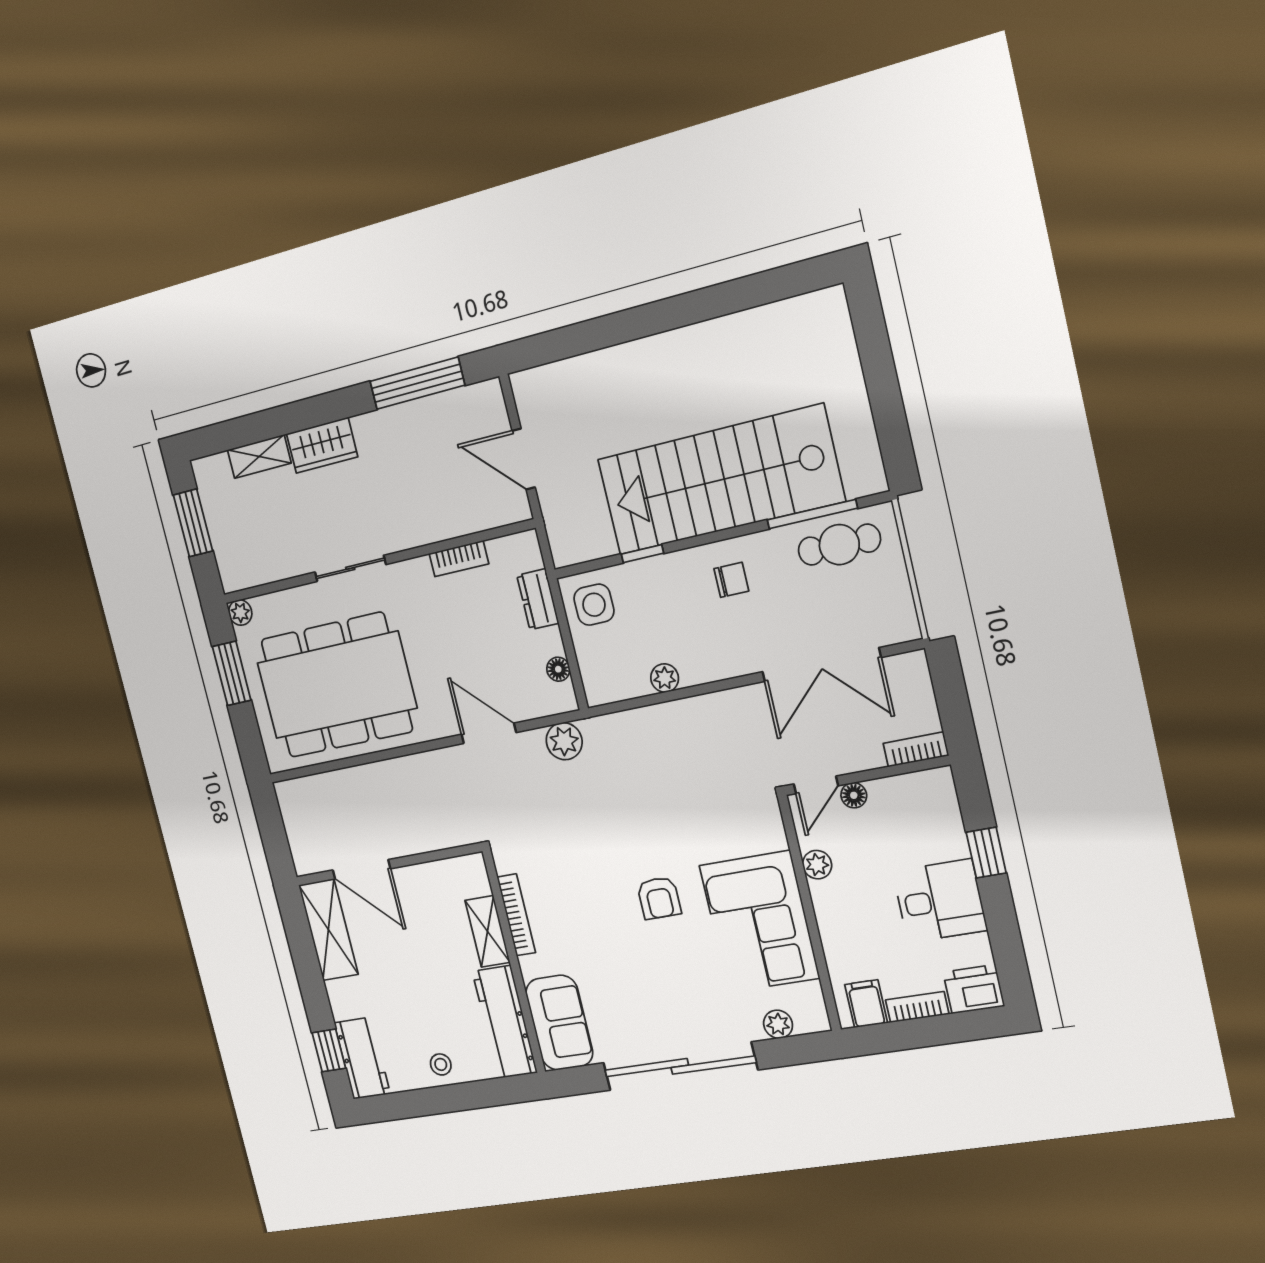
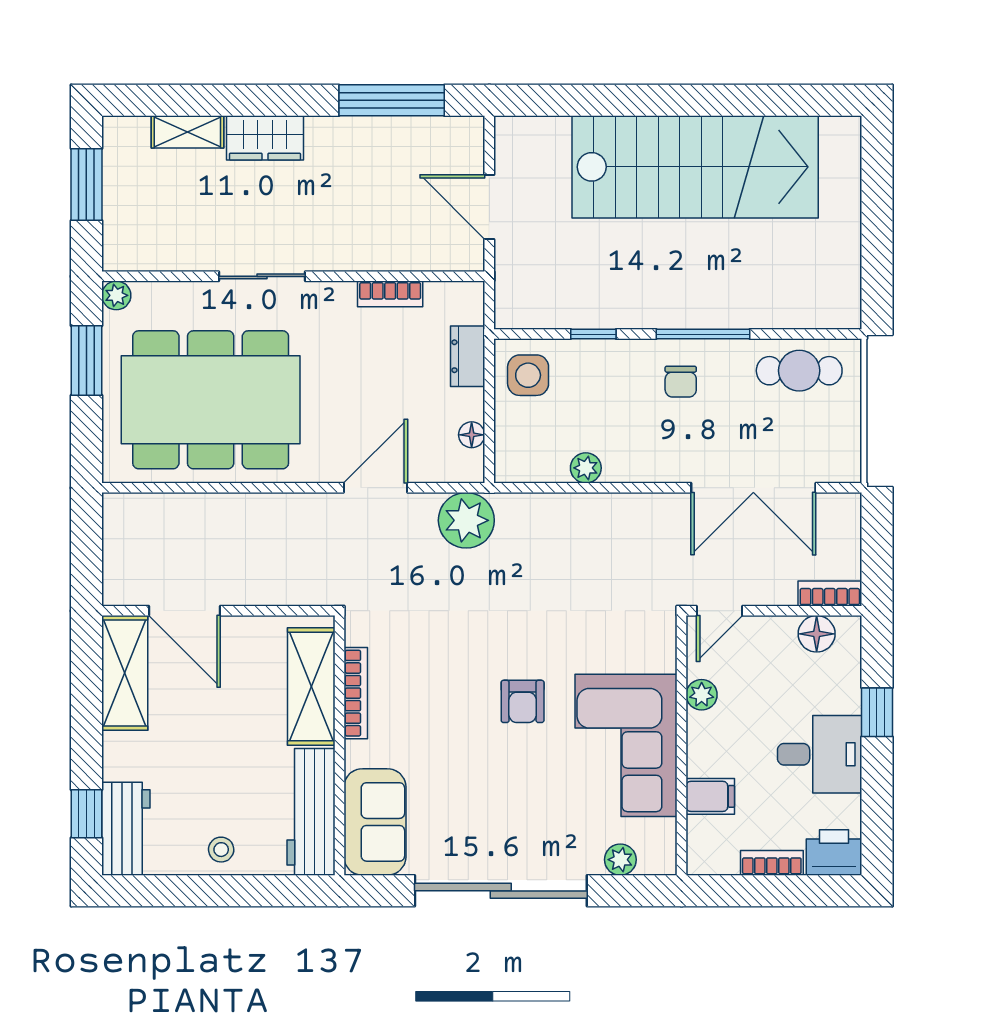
stairs: (720, 480) -> (695, 167), moved, turned 180
window: (812, 514) -> (703, 334), moved
chair: (731, 580) -> (681, 382), turned 90
door: (489, 733) -> (376, 488), hinge flipped
plant: (564, 741) -> (466, 520), width x1.36, depth x1.36
floor lamp: (854, 795) -> (817, 634), moved, width x1.37, depth x1.37
shelving: (487, 931) -> (311, 686), width x1.50, depth x1.33
filing cabinet: (866, 1004) -> (710, 796), moved, turned 90

